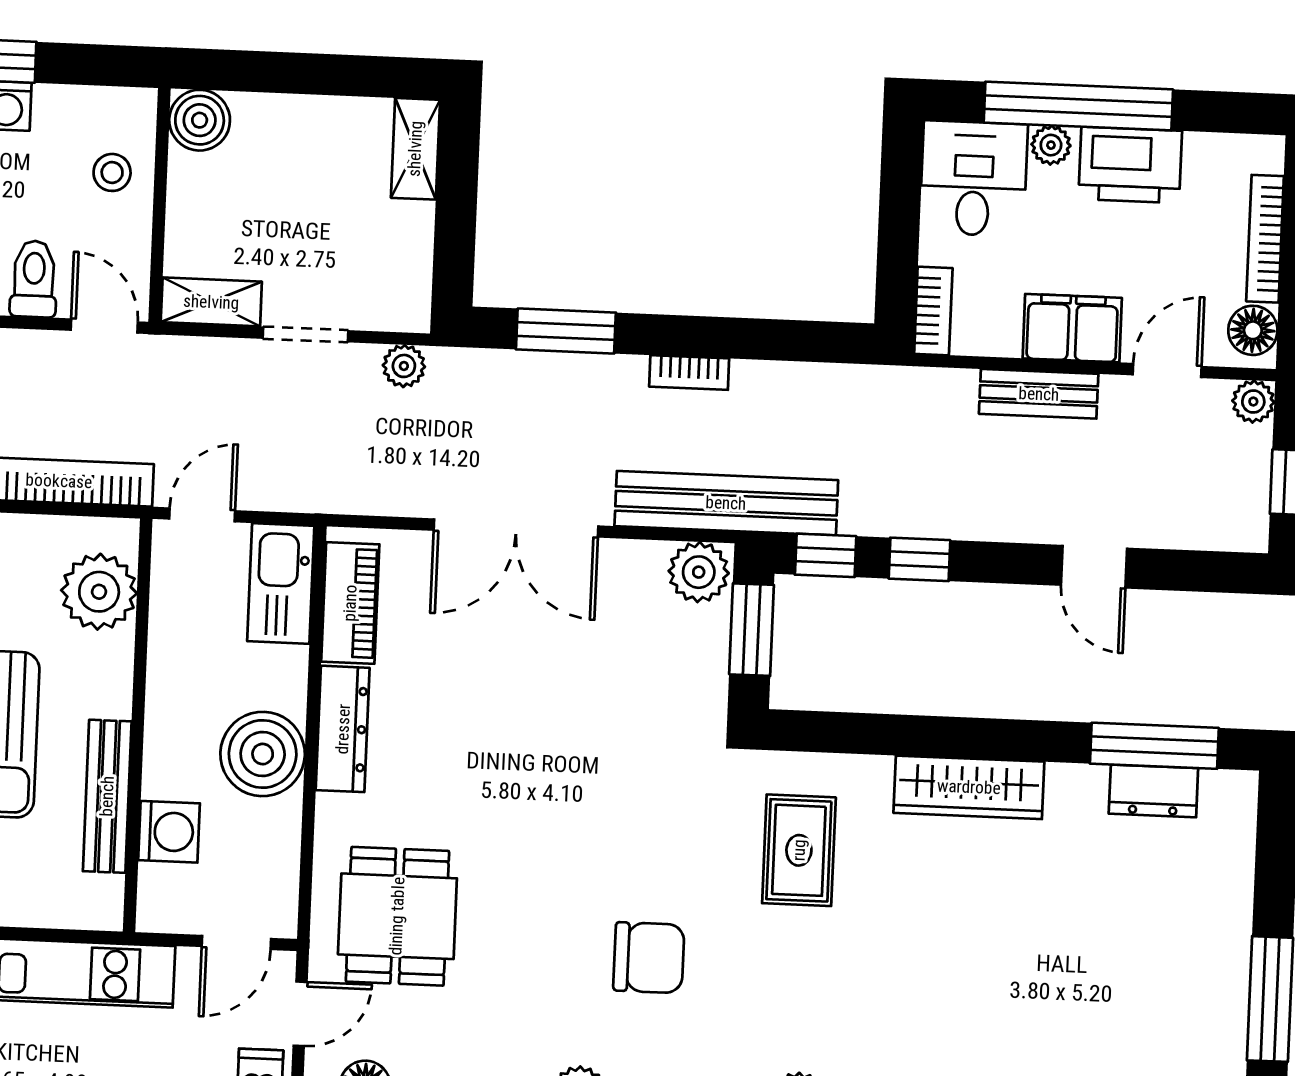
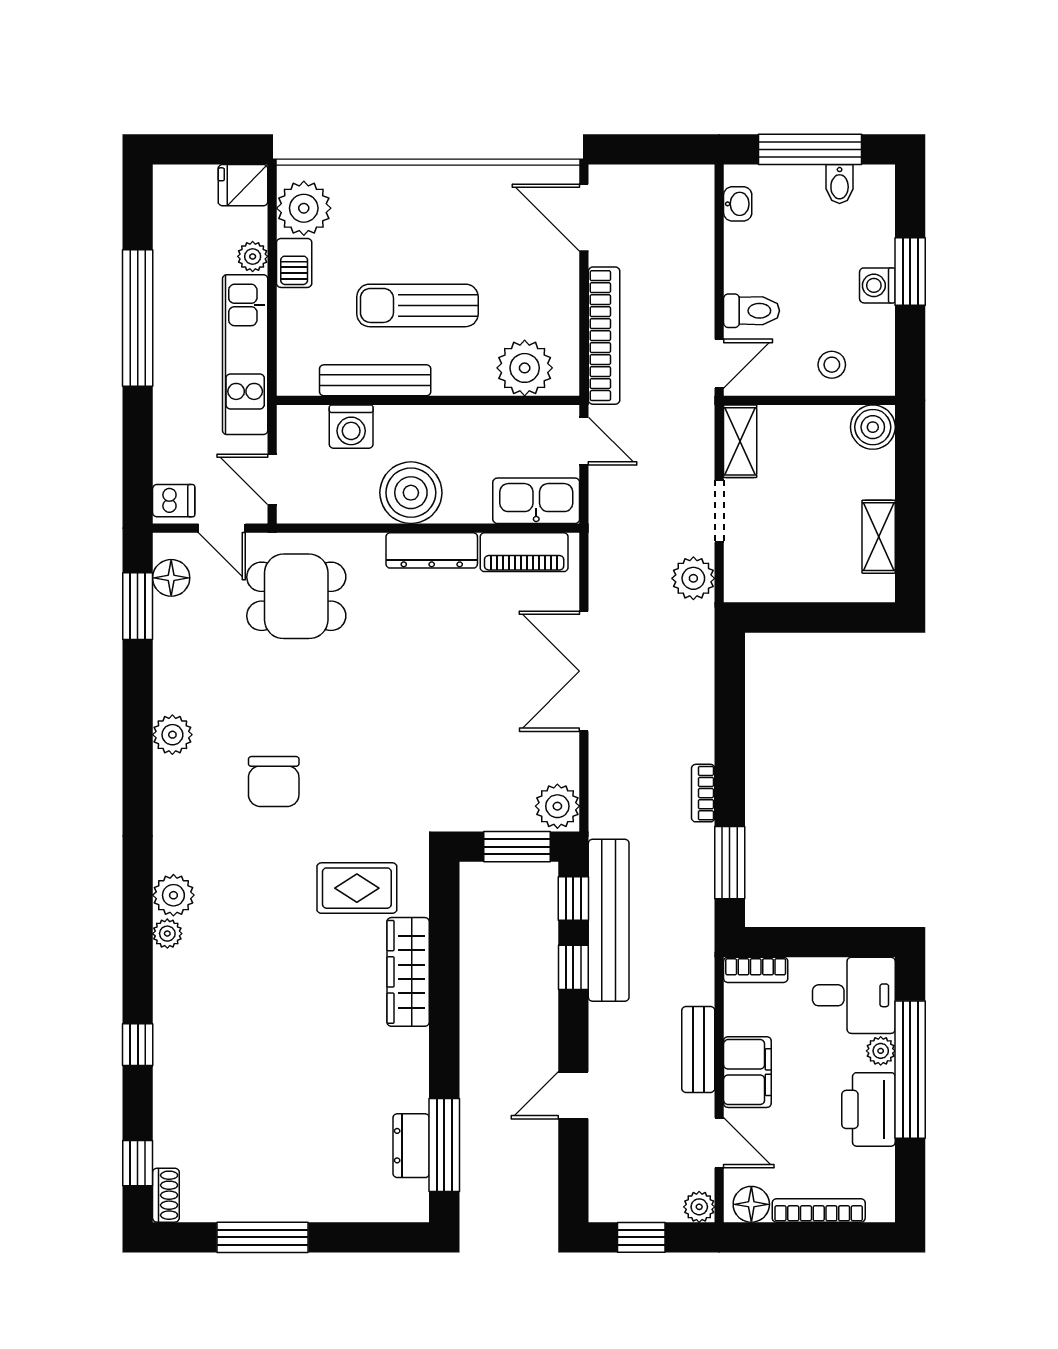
shelving: (415, 149) -> (879, 537), moved, turned 90
window: (566, 331) -> (730, 863), moved
plant: (404, 366) -> (693, 578), width x1.38, depth x1.38
bench: (726, 503) -> (609, 920), moved
wardrobe: (969, 787) -> (408, 972), moved

